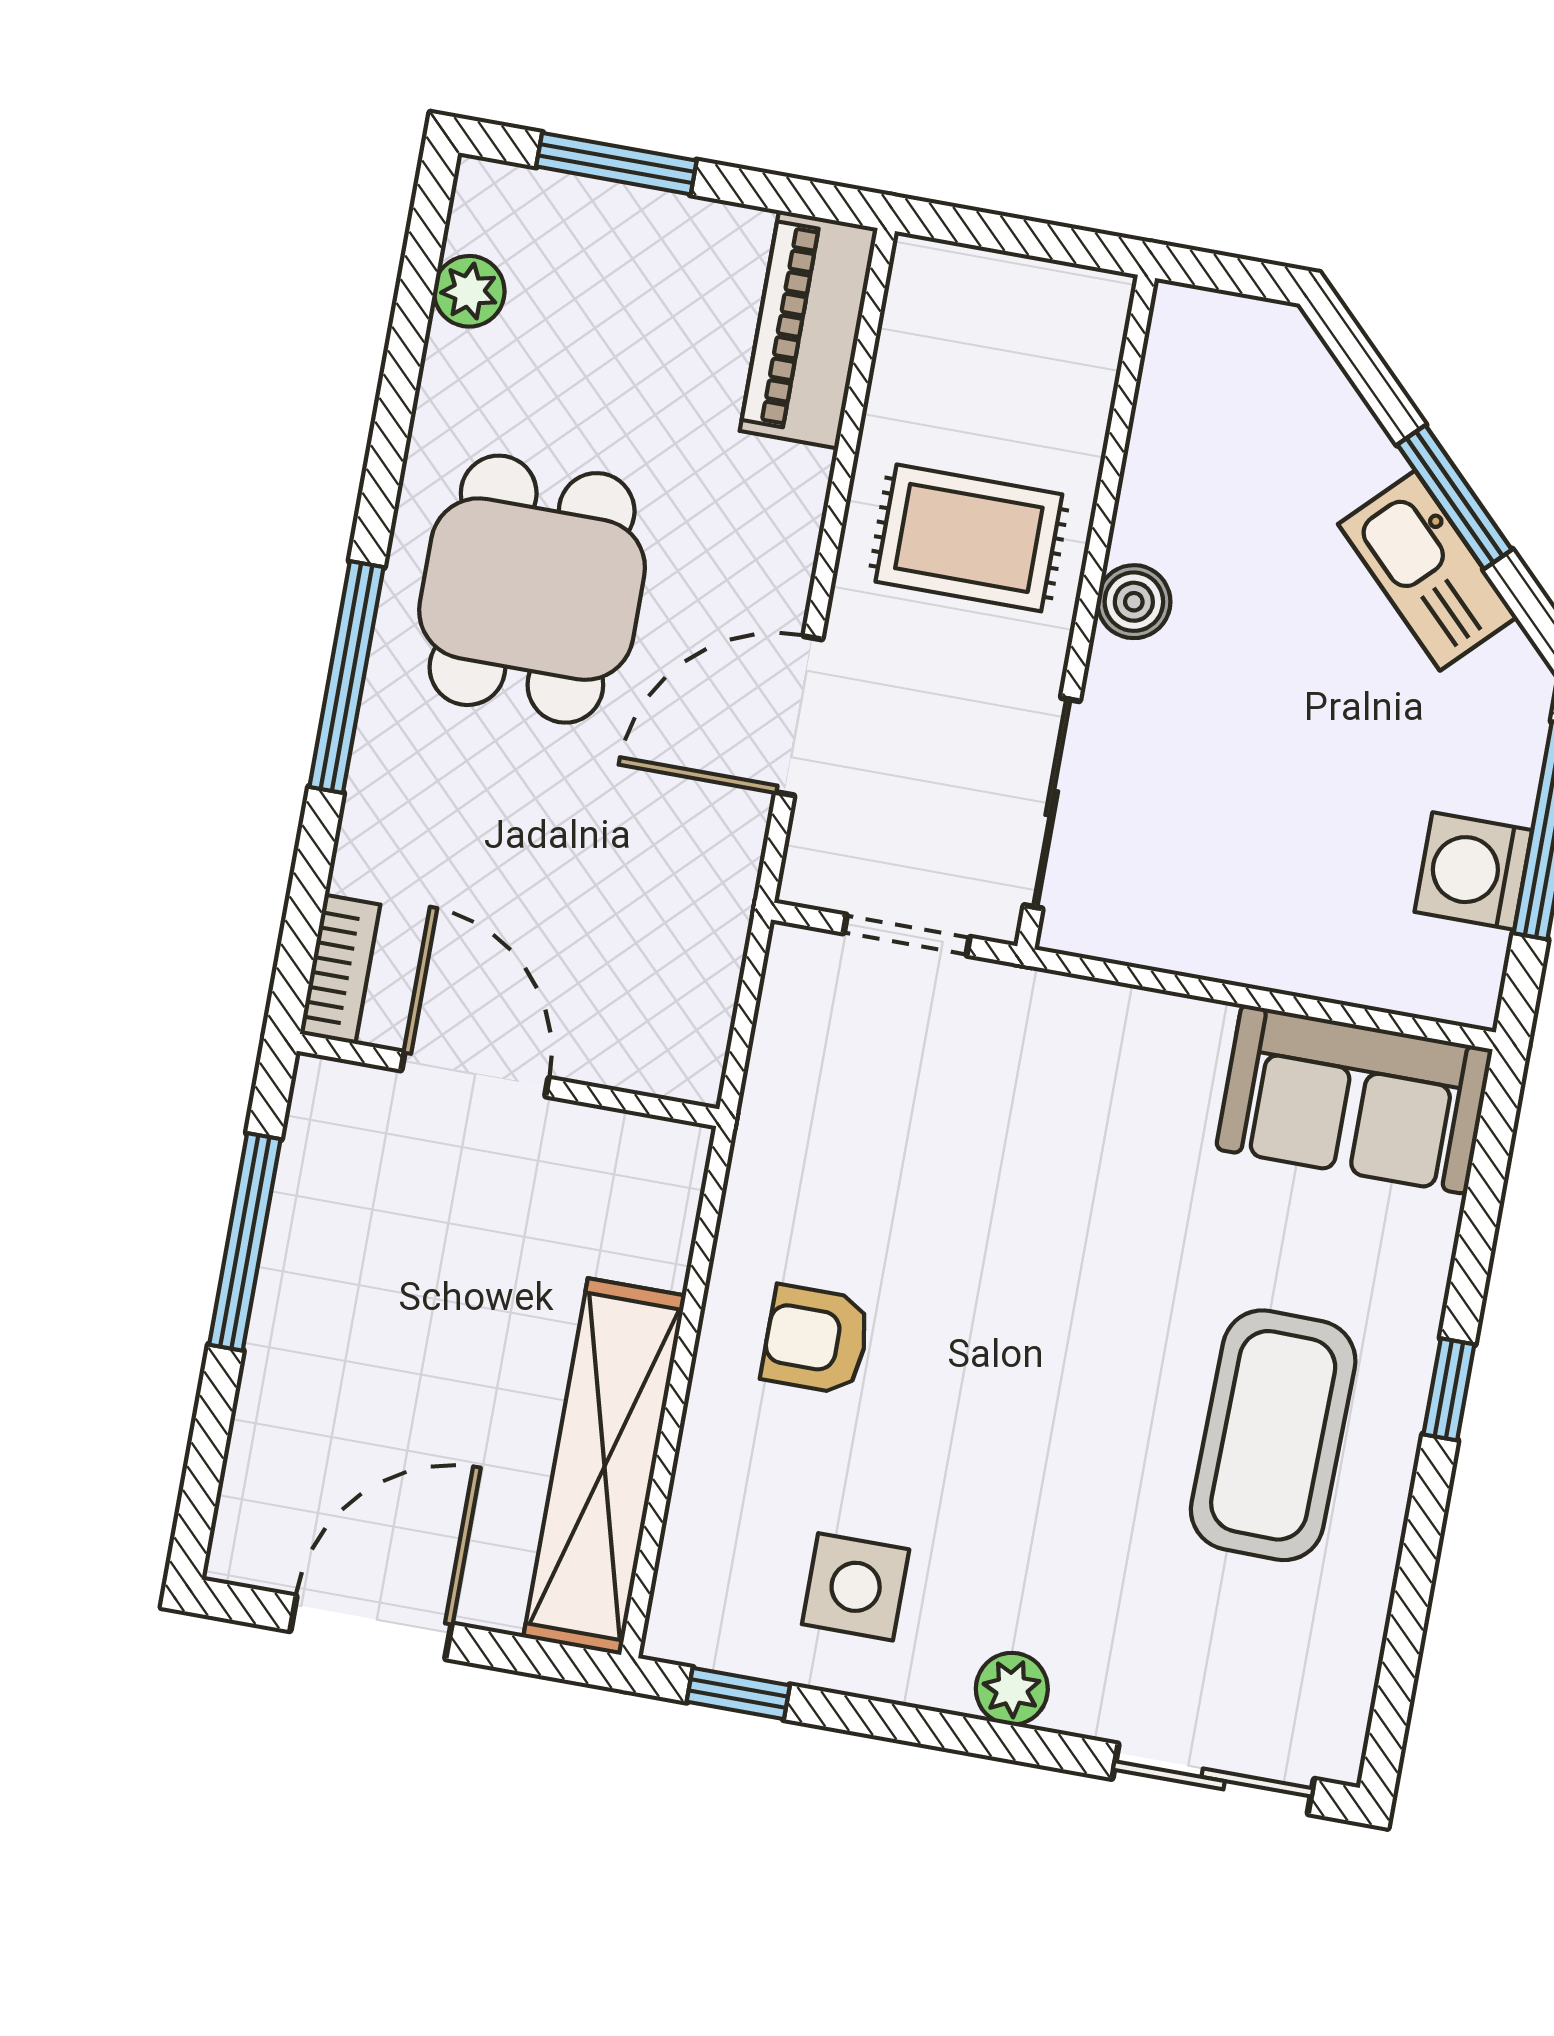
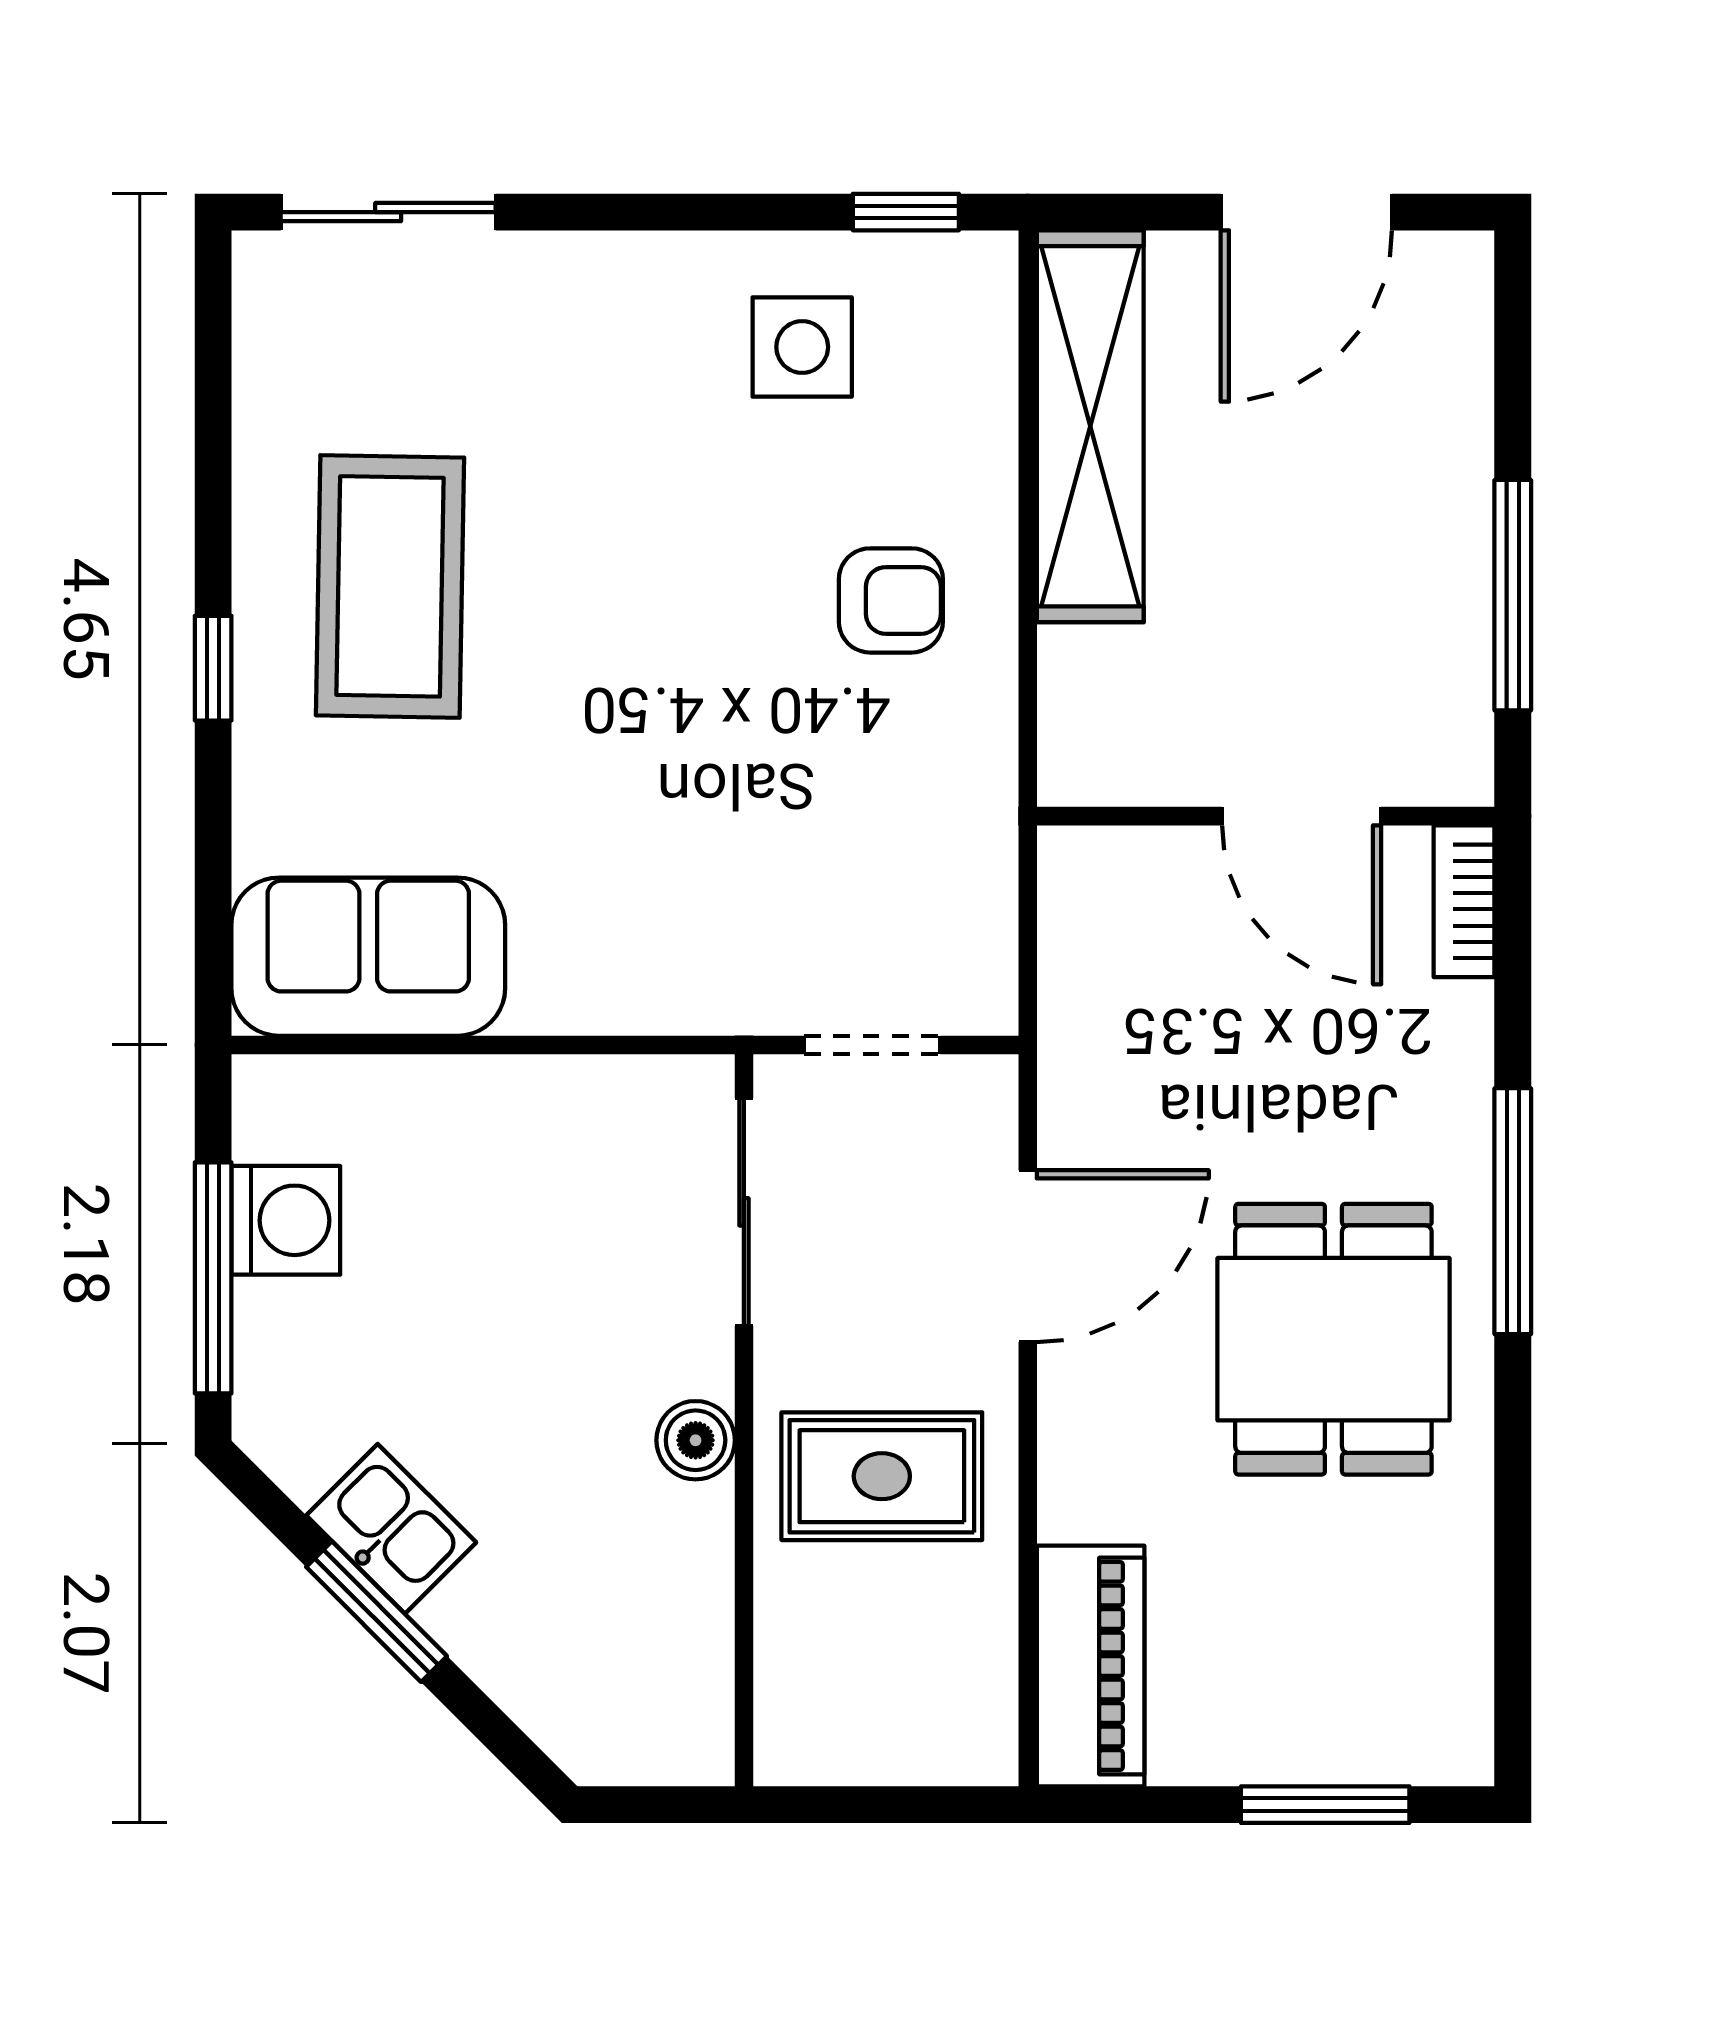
plant: (469, 291) -> (1456, 1642), removed
kitchen sink: (1428, 571) -> (391, 1529), width x0.73
plant: (1012, 1689) -> (618, 269), removed

